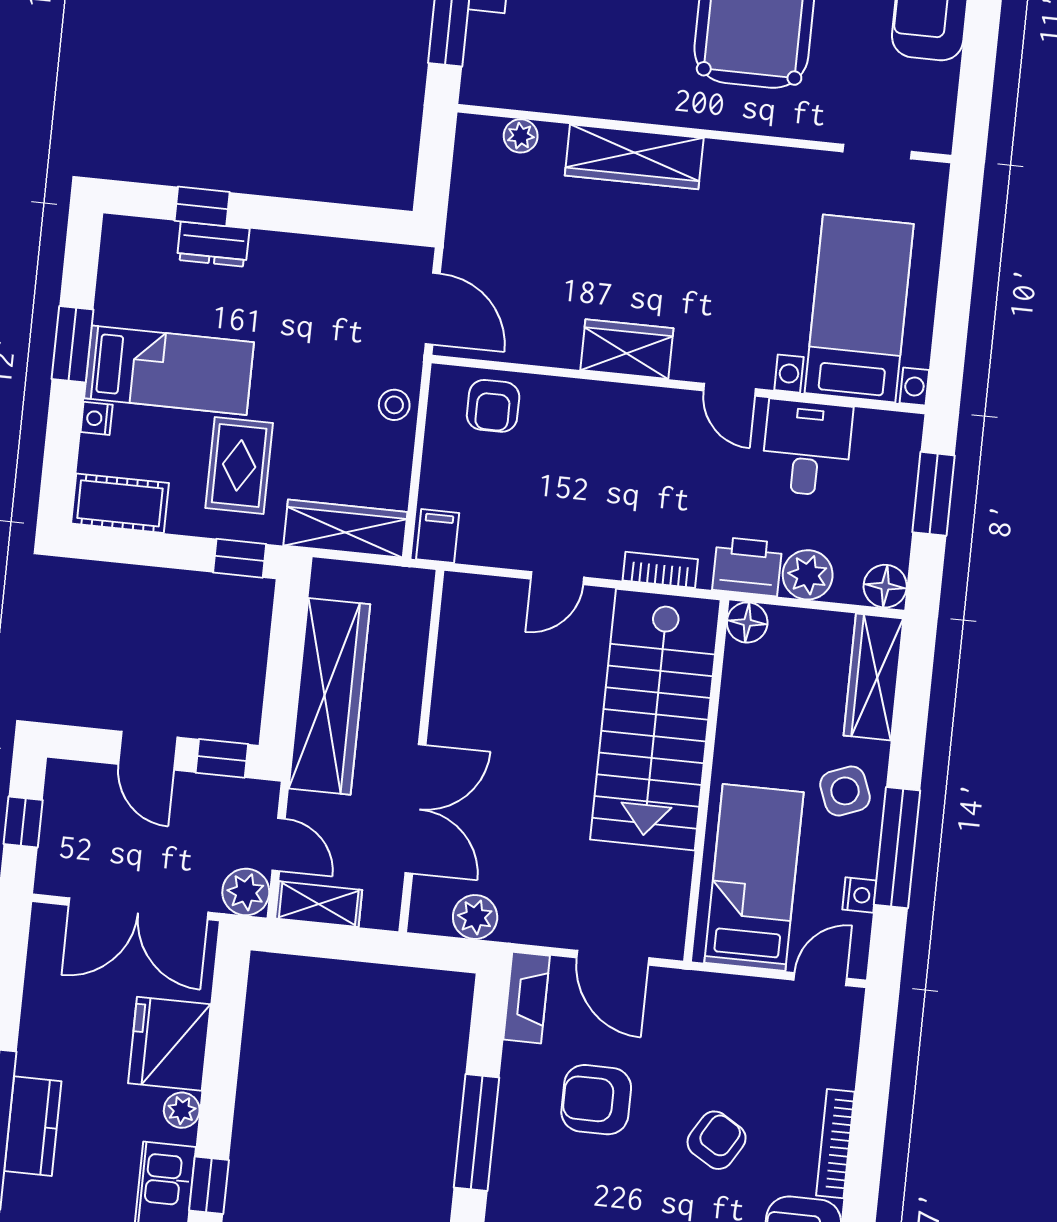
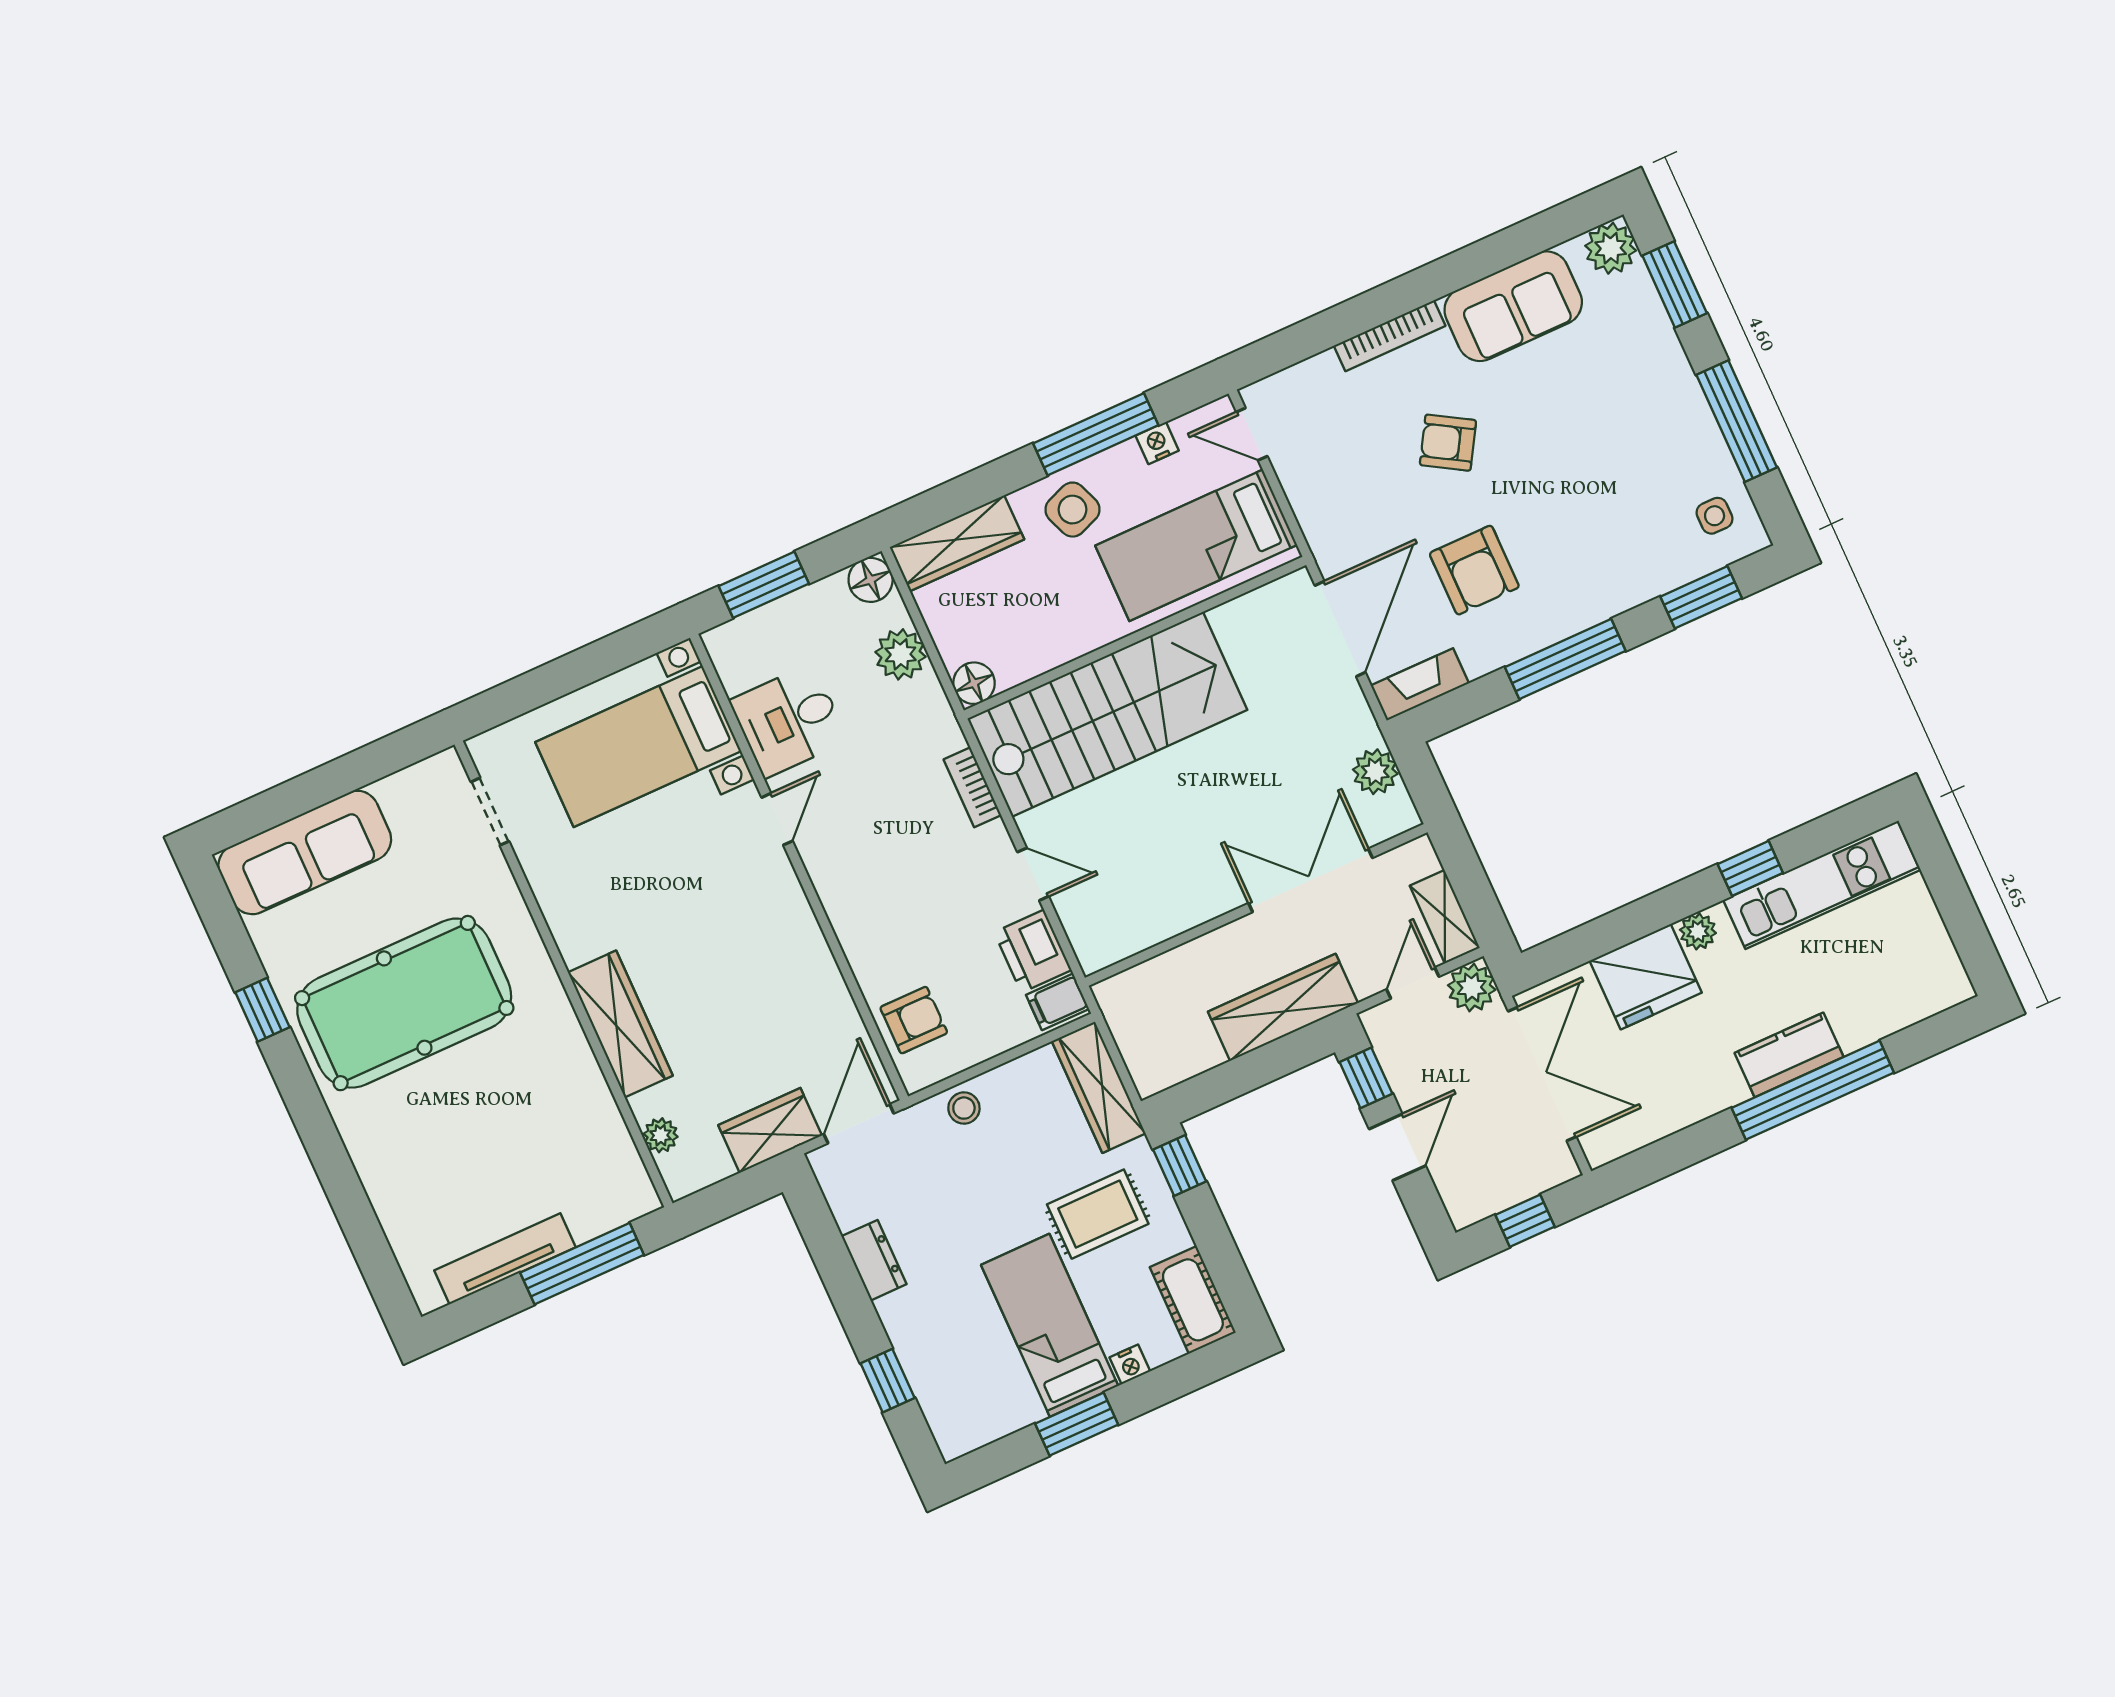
dresser: (213, 244) -> (874, 1260), moved
wardrobe: (627, 349) -> (770, 1130), moved, turned 90
printer: (747, 566) -> (1033, 951), moved
wardrobe: (329, 696) -> (1283, 1007), width x0.71, depth x0.85
door: (613, 958) -> (1340, 629), width x1.36

